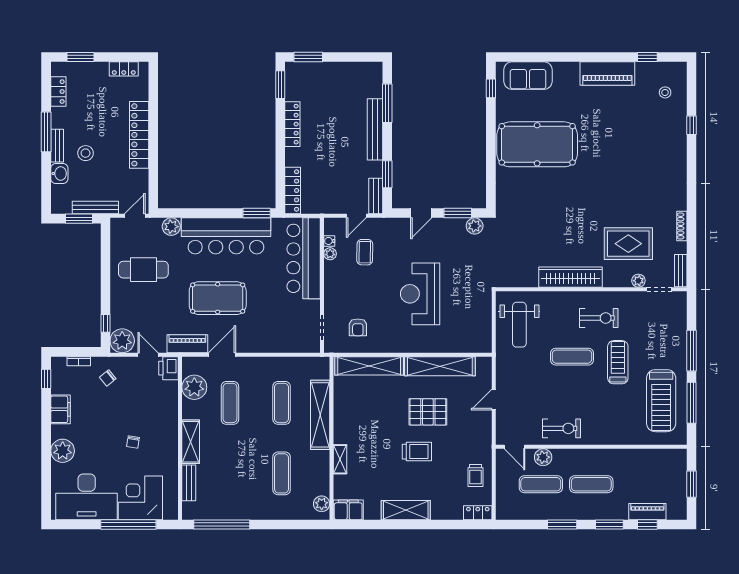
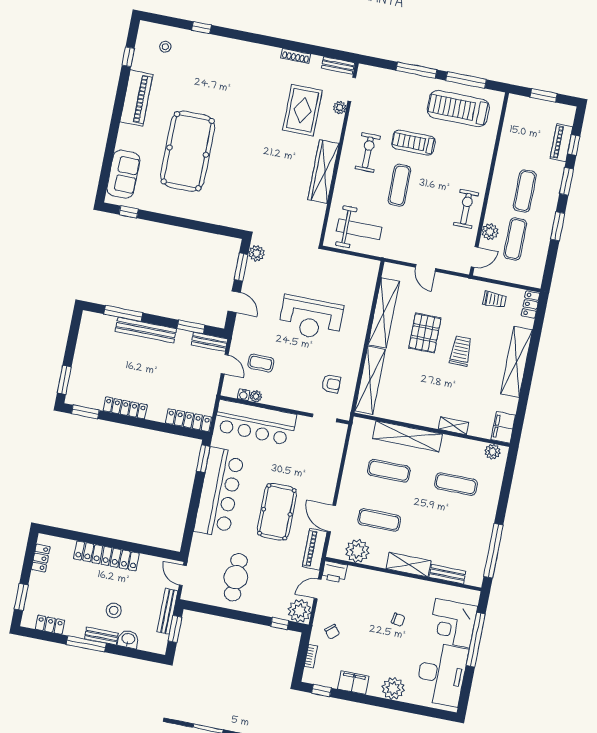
pool table: (537, 144) -> (188, 151), moved
plant: (171, 227) -> (200, 543), removed
treadmill: (661, 401) -> (458, 109), turned 180
shelving: (406, 510) -> (517, 362), width x1.47

